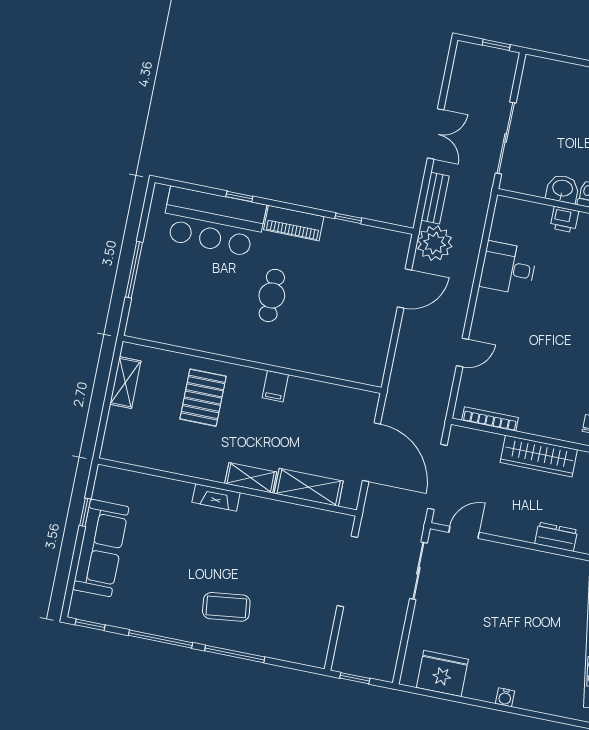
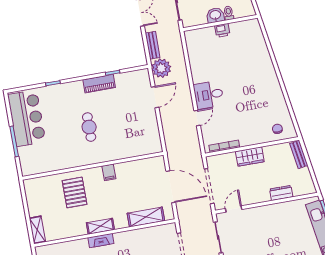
bar counter: (213, 222) -> (27, 118), moved, turned -90
piano: (294, 223) -> (99, 84), moved
desk: (508, 268) -> (209, 95), moved
shelving: (125, 383) -> (37, 230), moved
wardrobe: (539, 456) -> (250, 157), width x0.67
shelving: (251, 478) -> (100, 226), moved

